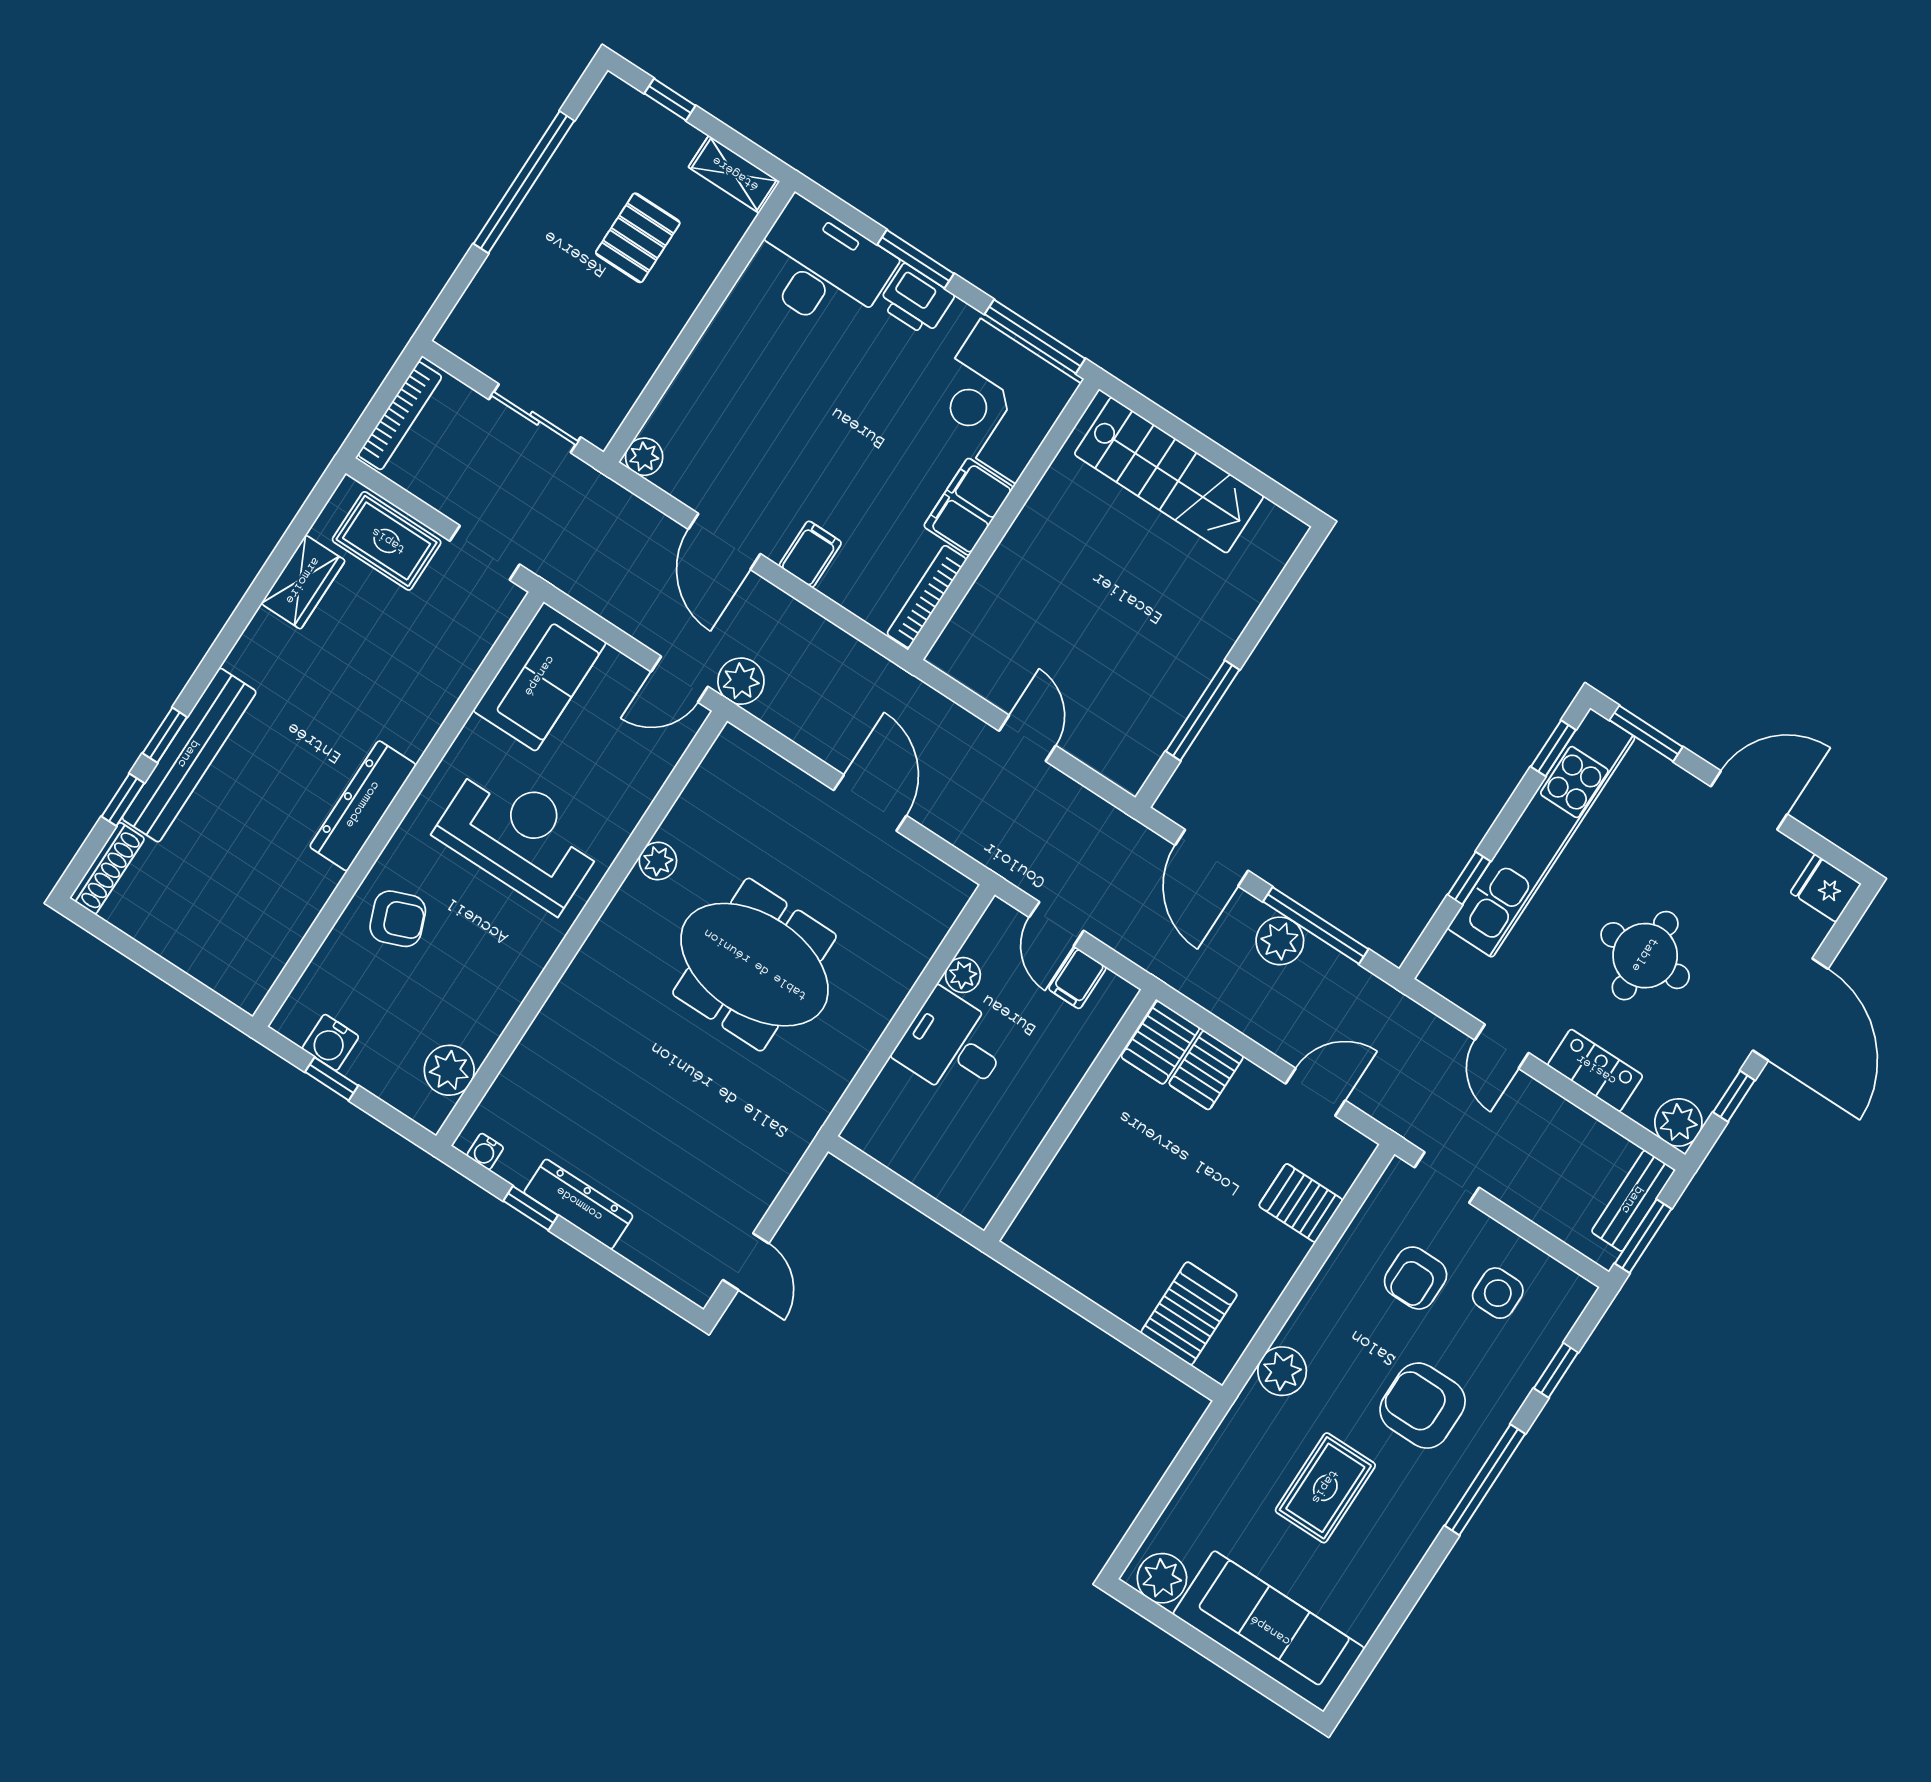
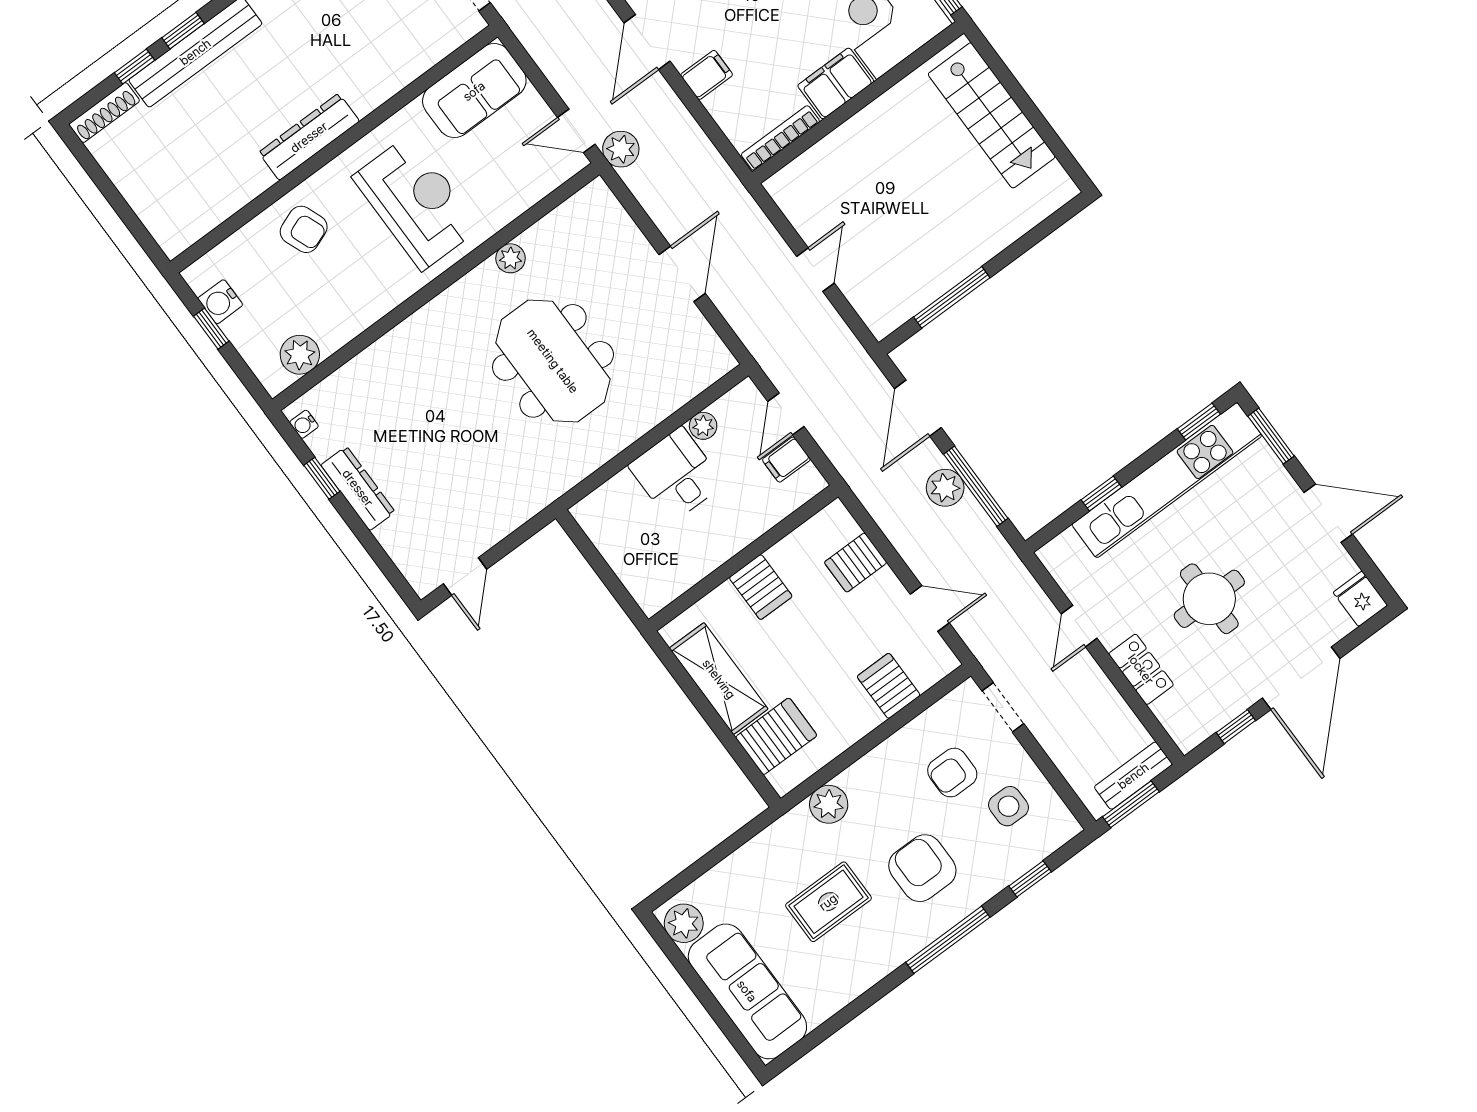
server rack: (1160, 1042) -> (761, 587), moved, turned -90
plant: (1678, 1122) -> (1188, 730), removed
shelving: (1094, 1270) -> (719, 679), added

